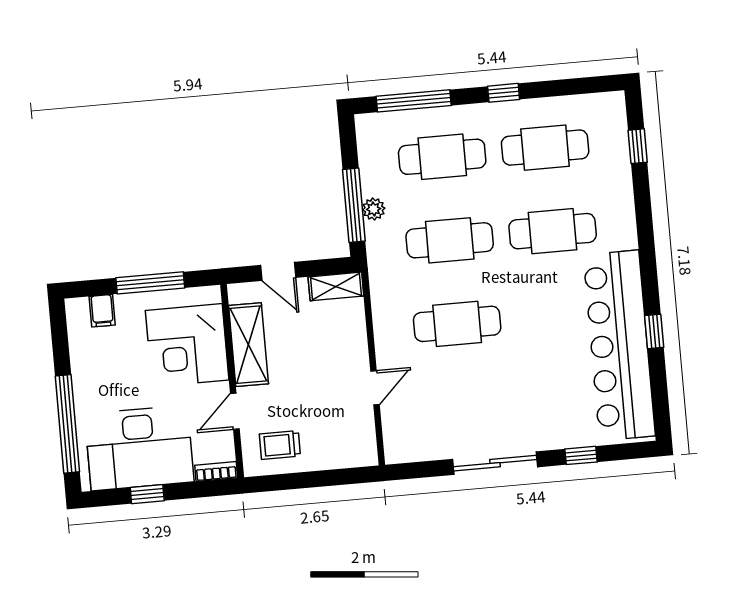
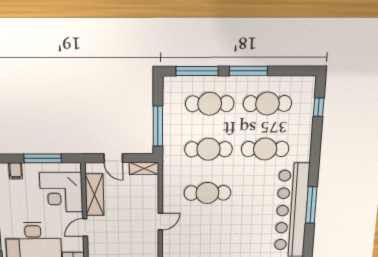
window: (504, 93) -> (248, 71), width x2.17
plant: (374, 209) -> (169, 129), removed
window: (654, 331) -> (311, 205), width x2.17
trolley: (280, 445) -> (108, 246), removed

